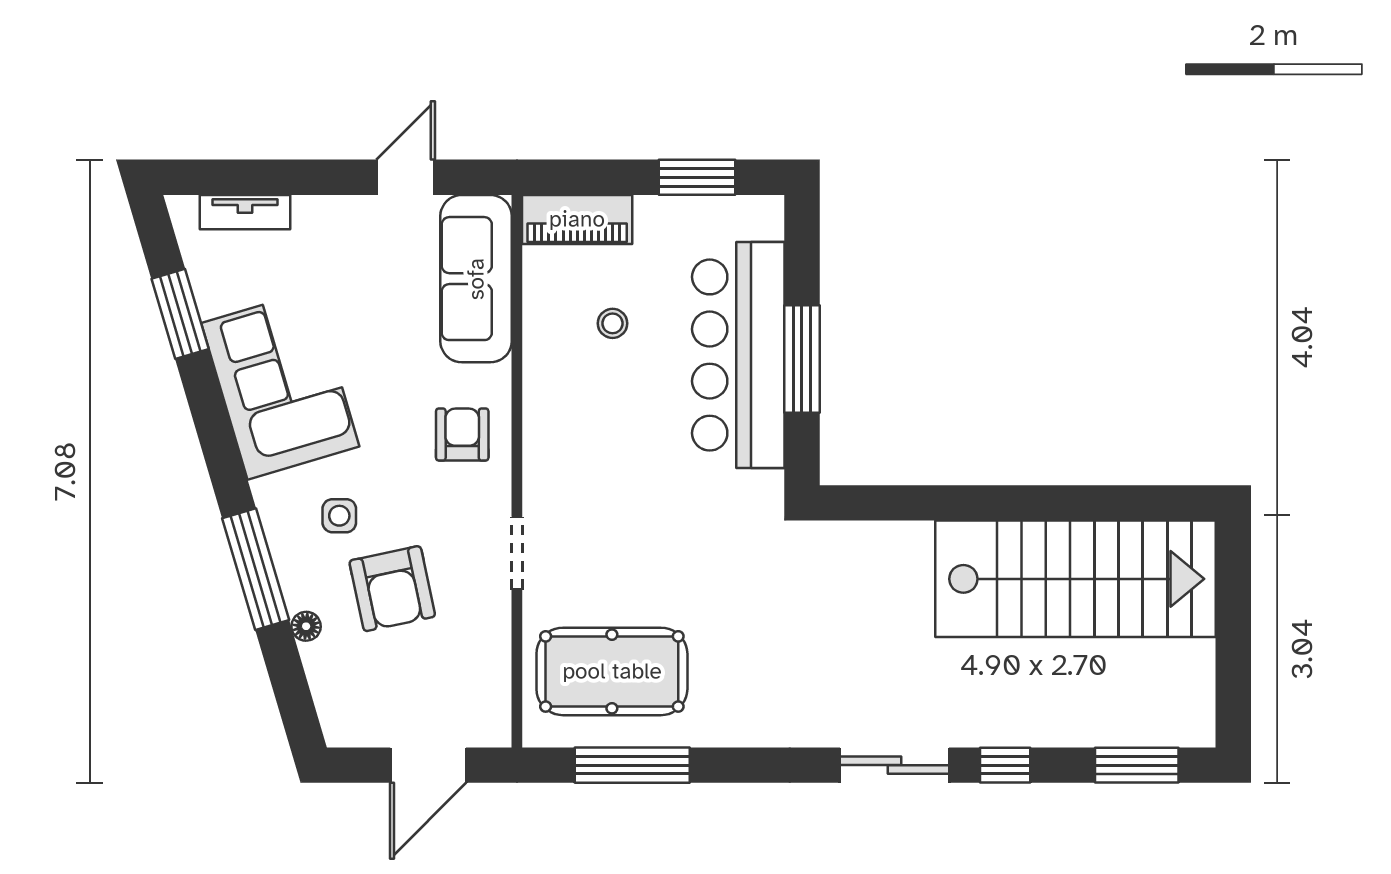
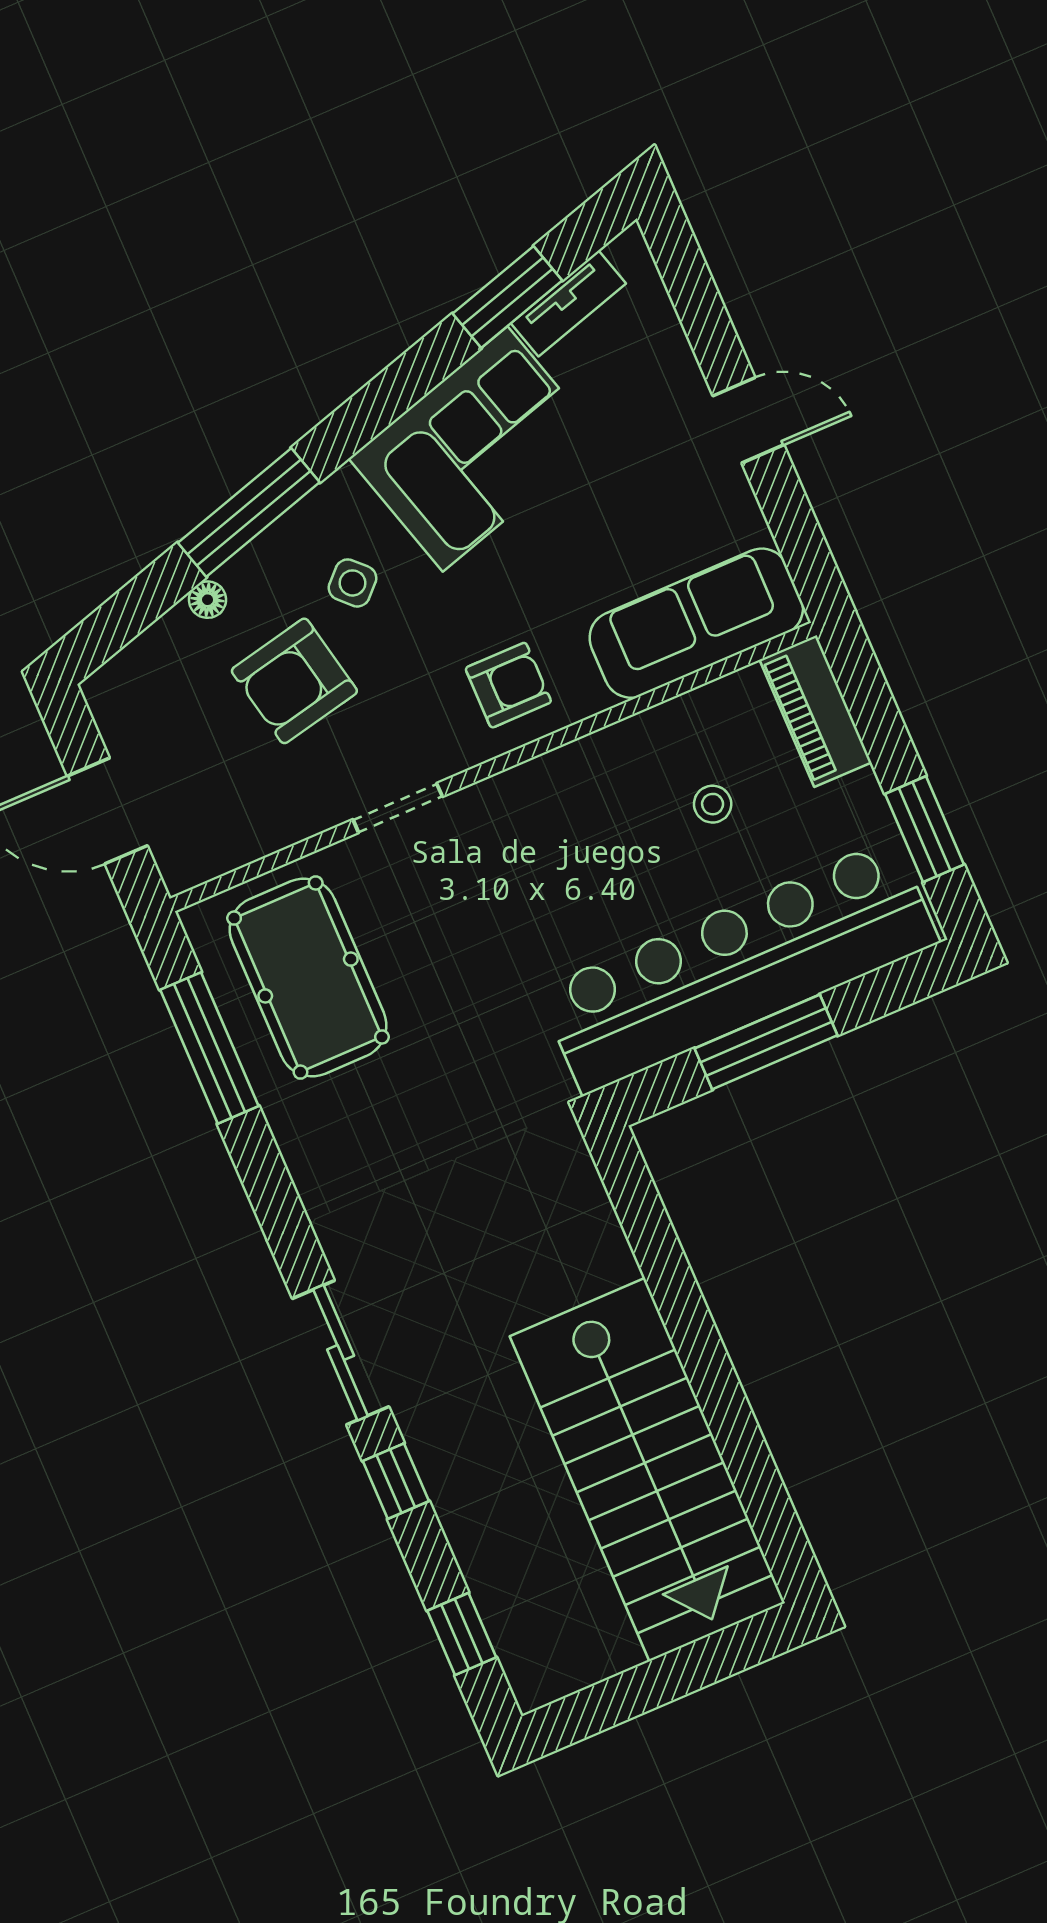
door: (406, 177) -> (748, 420), moved
tv unit: (245, 212) -> (568, 303), moved, turned -107
bar counter: (738, 355) -> (739, 966), width x1.36
side table: (339, 516) -> (352, 583), turned 45
window: (1137, 765) -> (462, 1634), width x0.67

